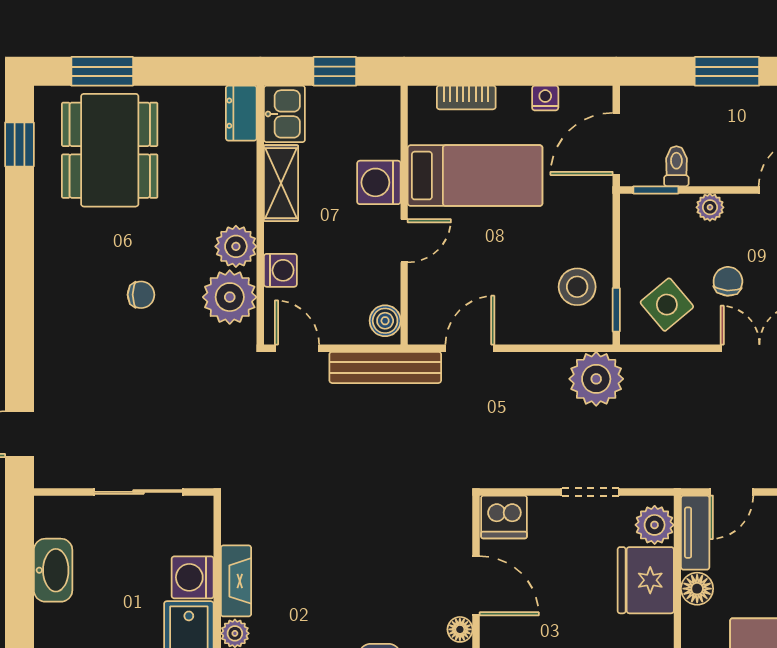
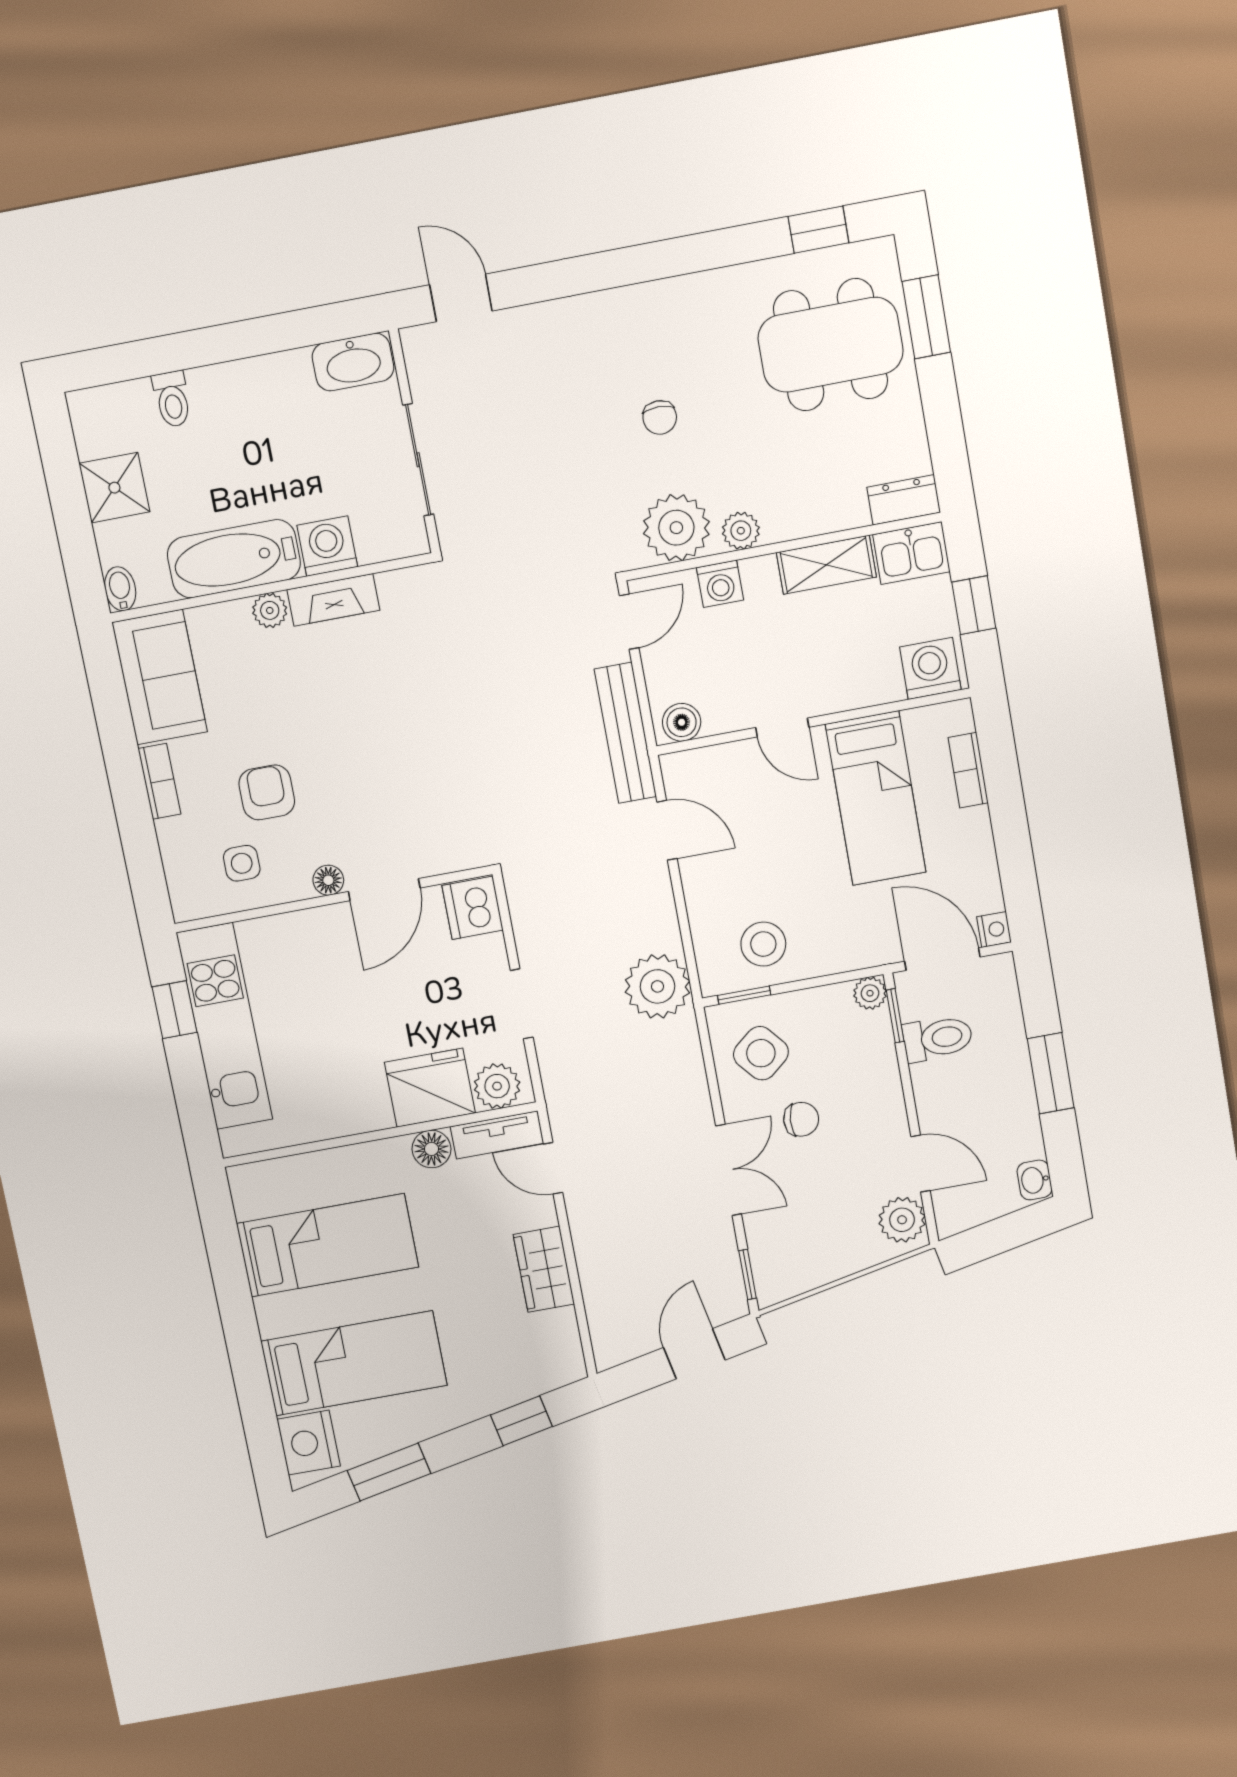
nightstand: (545, 98) -> (994, 929), moved
toilet: (676, 166) -> (938, 1038), width x1.37, depth x1.39
washing machine: (379, 182) -> (930, 668), moved
plant: (710, 207) -> (870, 993), moved
plant: (236, 246) -> (741, 531), width x0.73, depth x0.73
washbasin: (53, 570) -> (353, 362), moved

